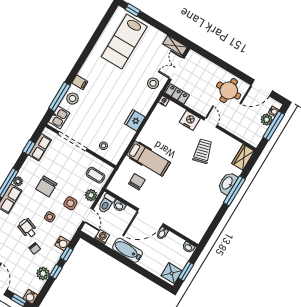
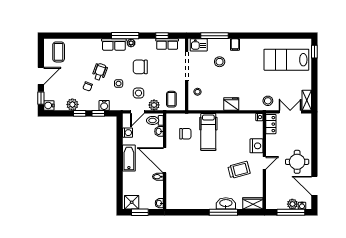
stool: (72, 99) -> (220, 62), moved

